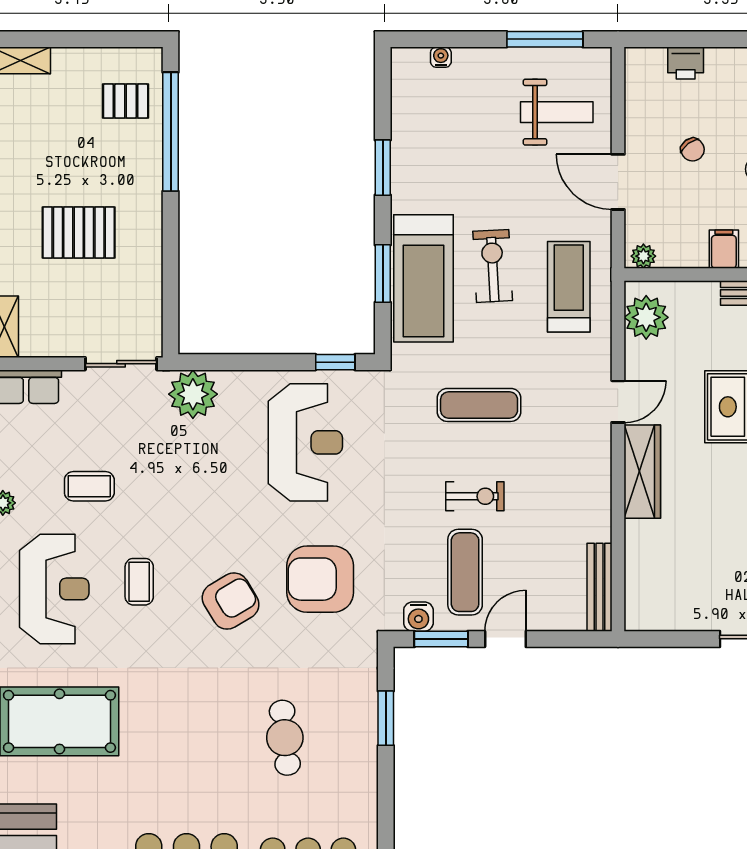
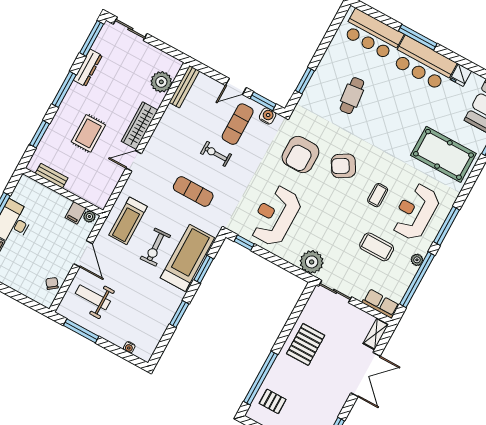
printer: (686, 63) -> (27, 288), removed
chair: (693, 150) -> (52, 283), moved
pallet: (79, 232) -> (306, 344), moved, turned 90
filing cabinet: (724, 249) -> (75, 213), moved
plant: (646, 317) -> (161, 82), moved
coffee table: (89, 486) -> (377, 247), width x1.36, depth x1.30
armchair: (320, 579) -> (300, 155), turned 90

